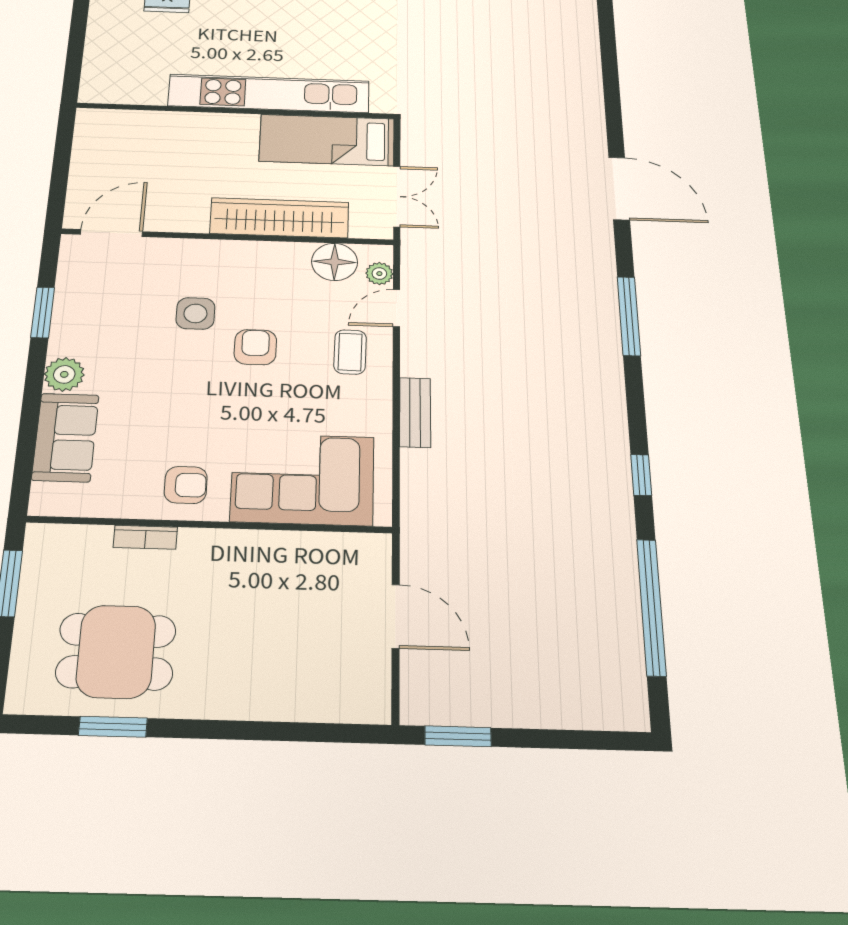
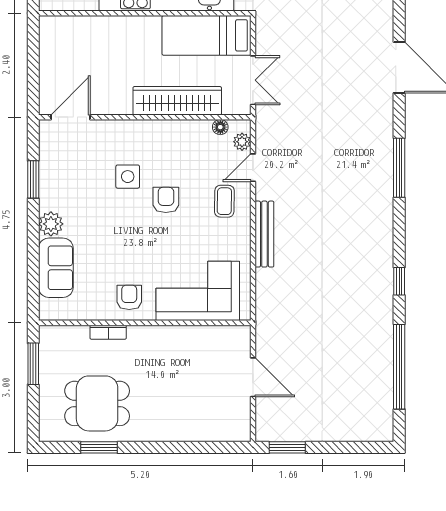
floor lamp: (335, 262) -> (220, 127), width x0.53, depth x0.53
bench: (415, 412) -> (264, 234), width x1.36
armchair: (186, 485) -> (129, 297), turned -90

